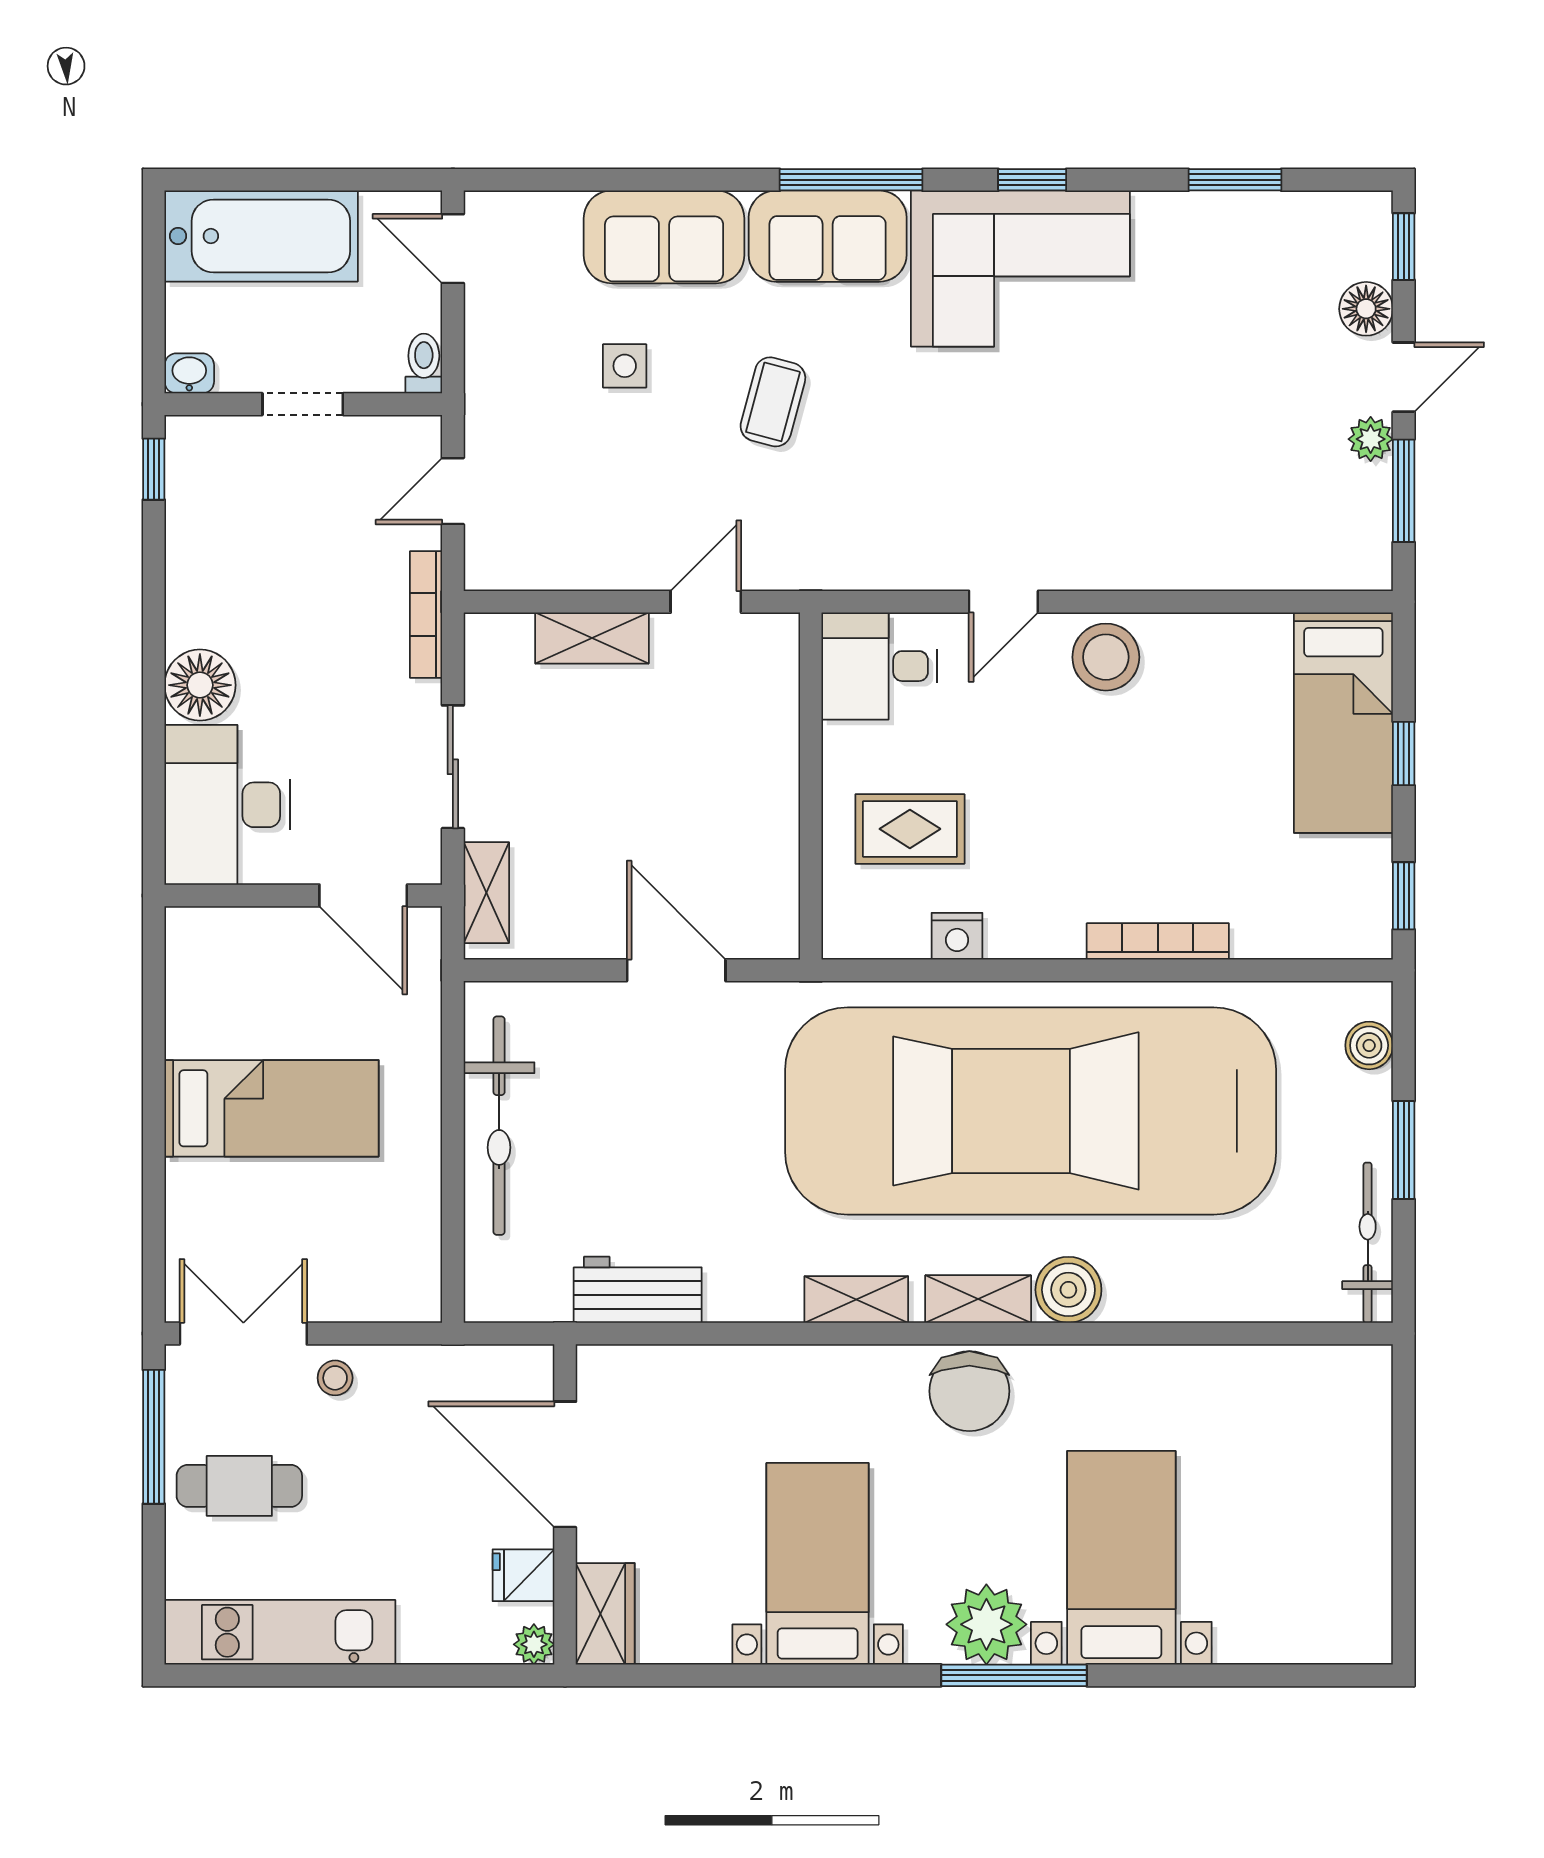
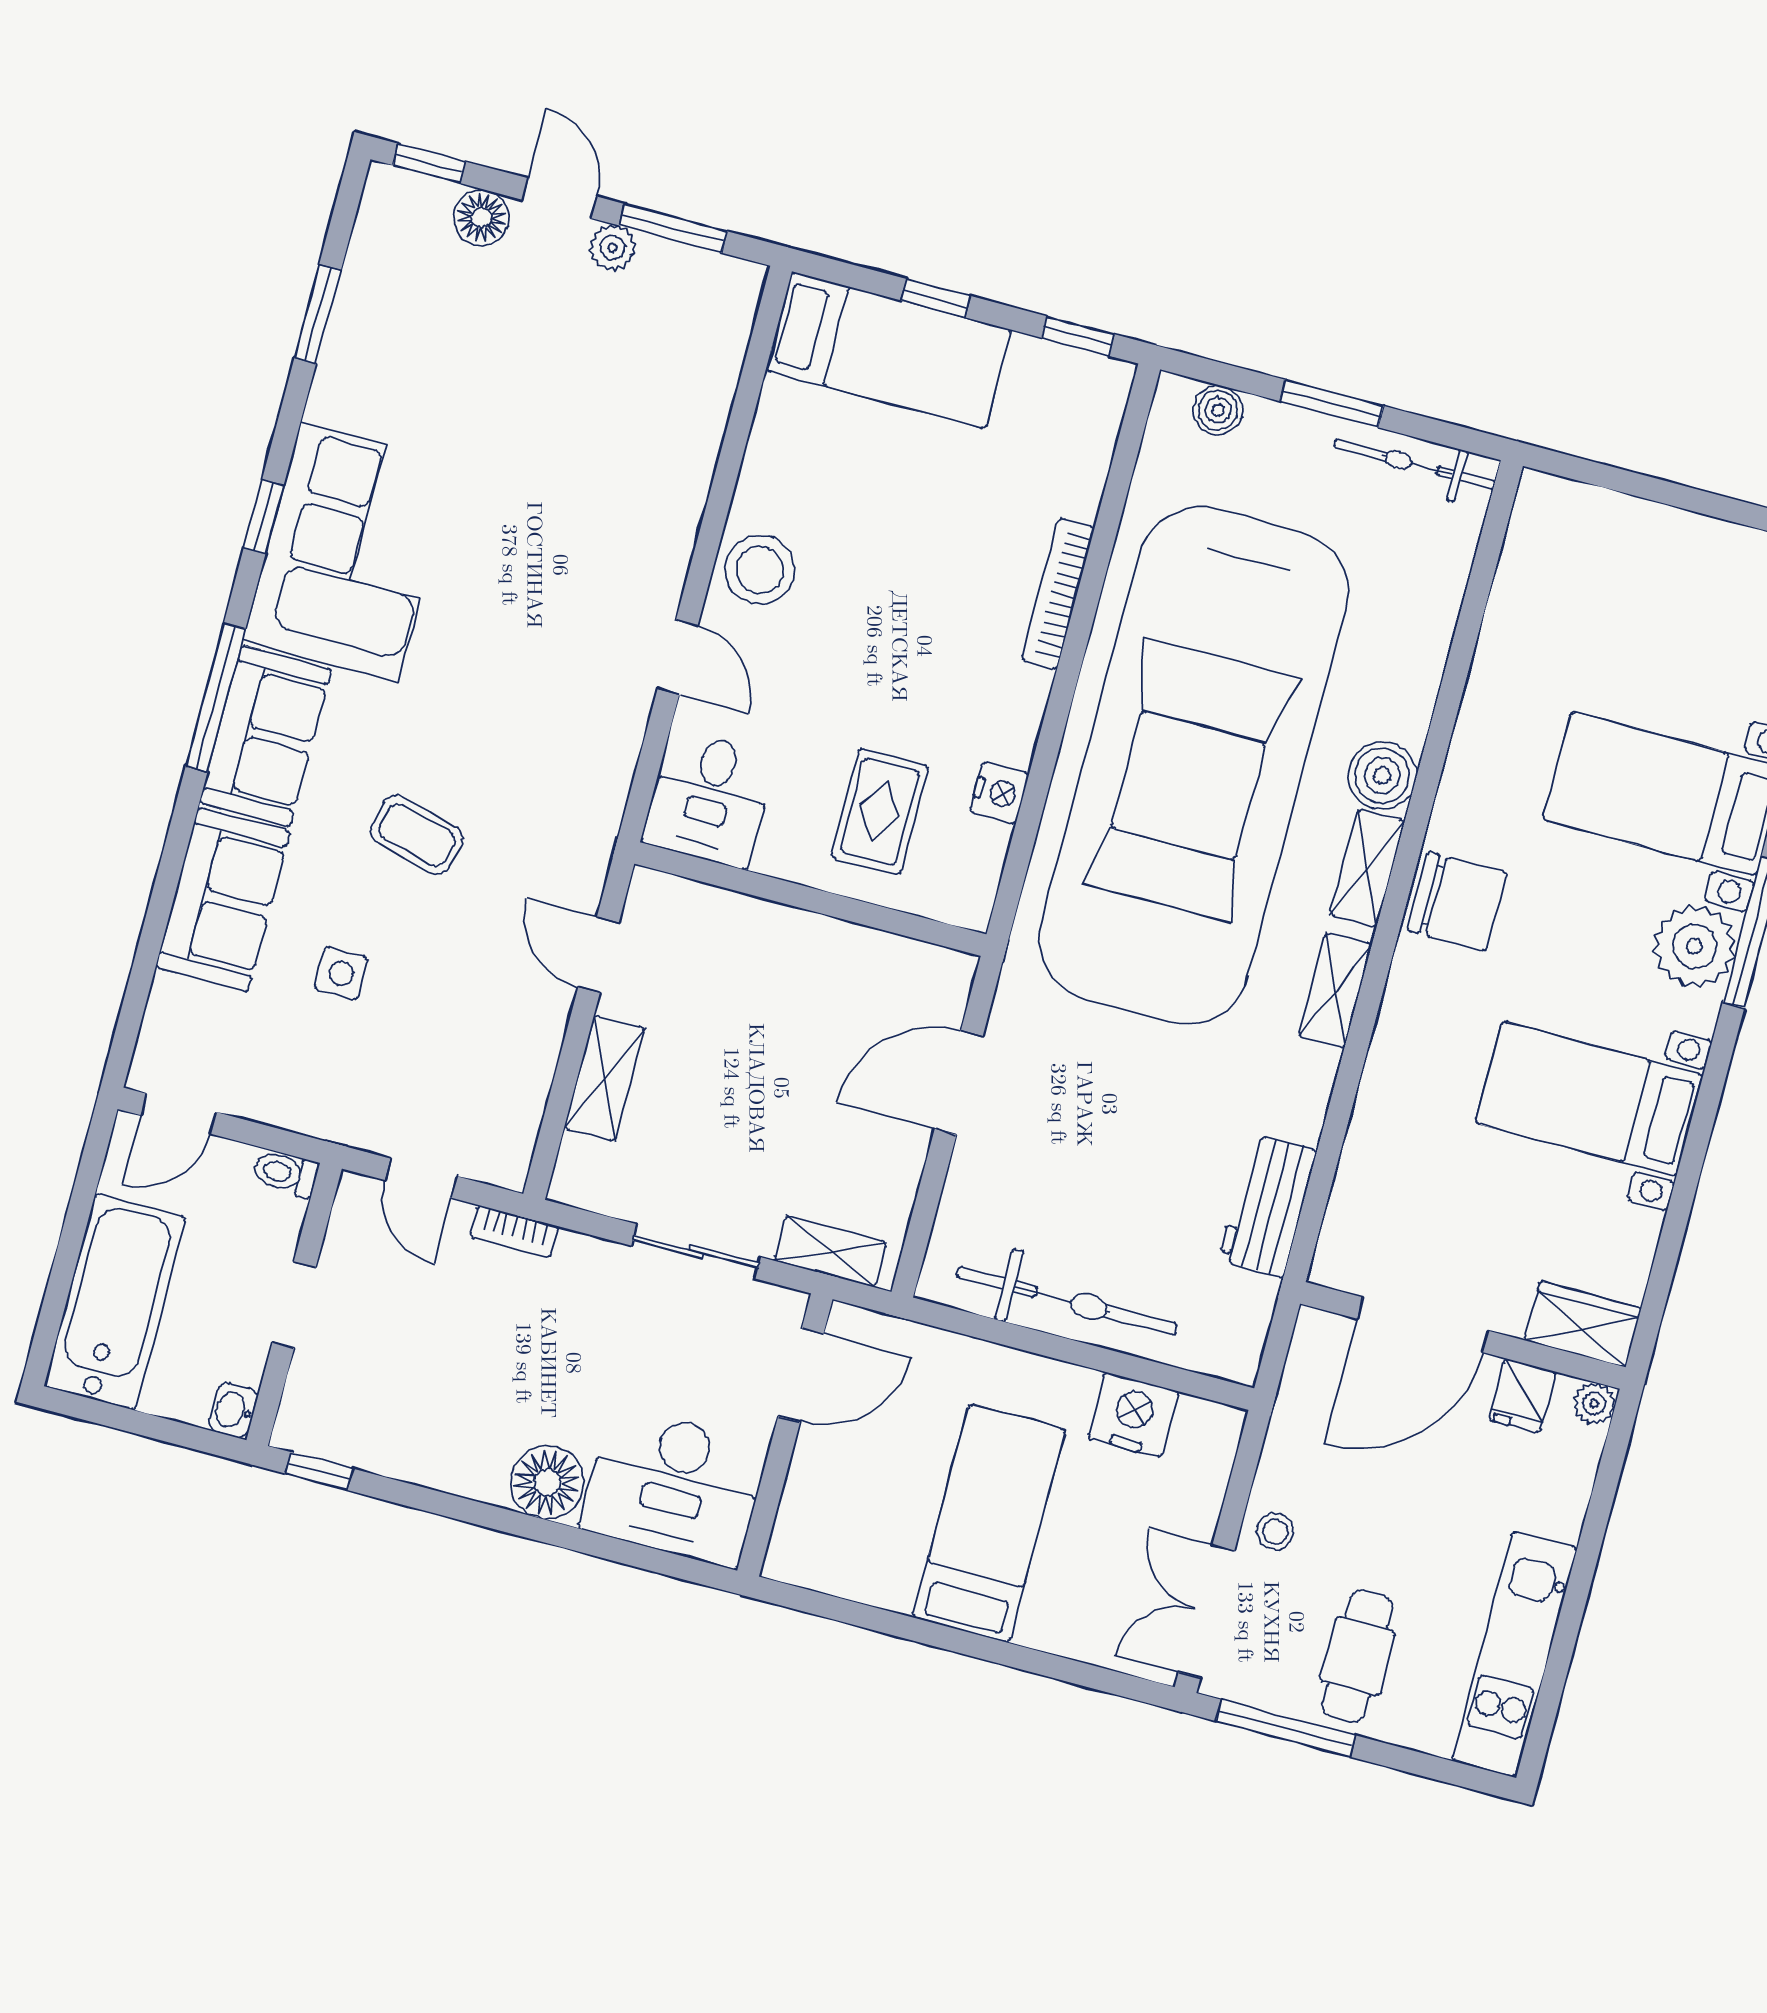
bookcase: (426, 614) -> (514, 1232), width x0.64
nightstand: (409, 1216) -> (1133, 1415), added

